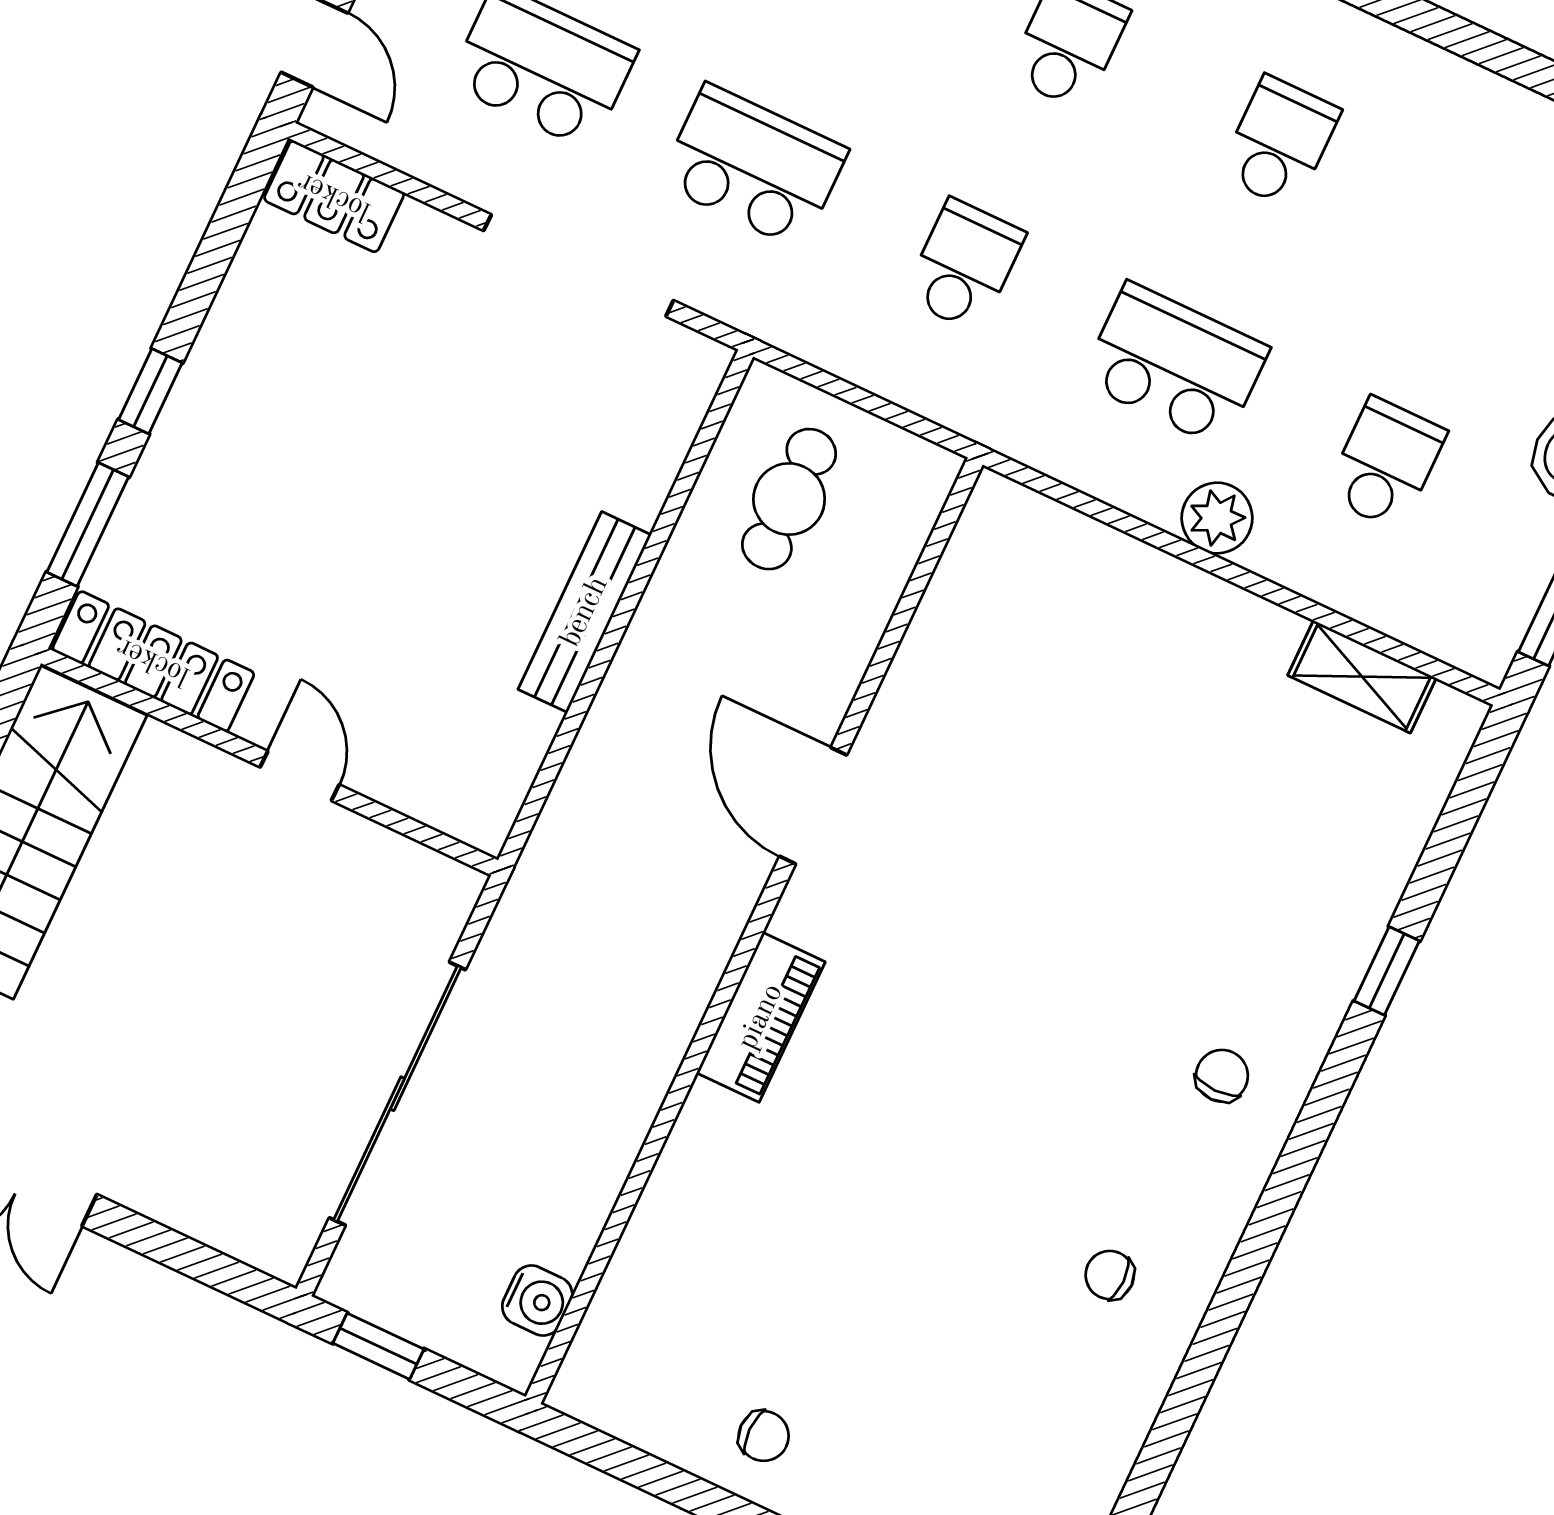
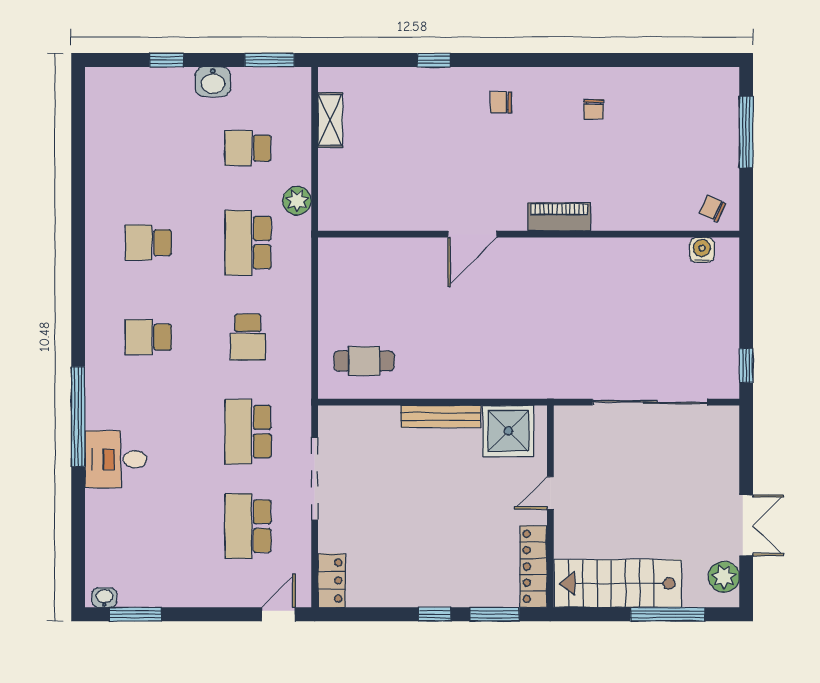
school desk: (964, 265) -> (248, 337), turned -90
shower: (482, 748) -> (508, 431), added
door: (813, 806) -> (472, 234), moved
wall: (754, 931) -> (529, 234), moved
piano: (761, 1017) -> (559, 217), moved
water cooler: (537, 1301) -> (702, 250), moved
chair: (764, 1436) -> (713, 208), turned -65

